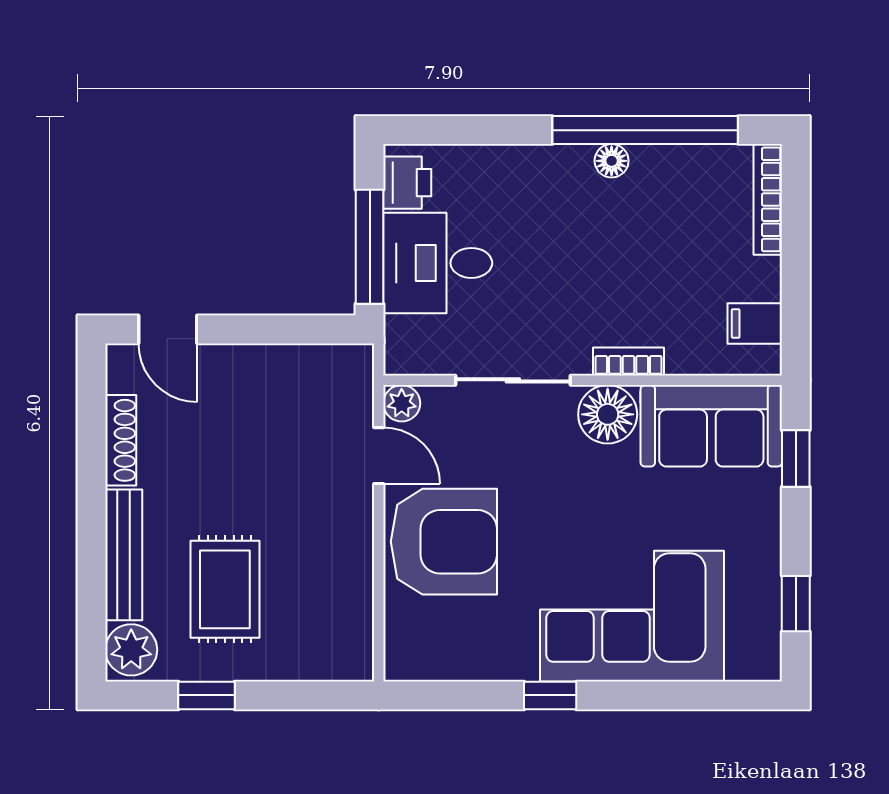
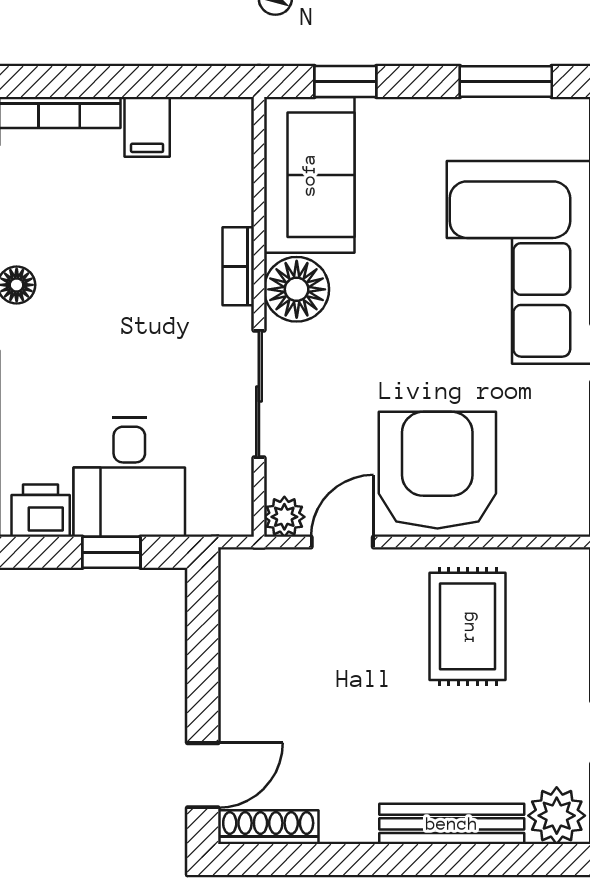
window: (370, 247) -> (111, 552), width x0.46
filing cabinet: (755, 323) -> (147, 127), moved
shoe rack: (121, 440) -> (268, 827), moved
rug: (225, 589) -> (468, 626), moved, turned 90
window: (796, 604) -> (506, 81), width x1.50

